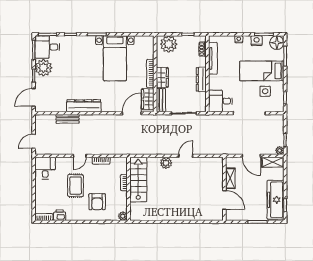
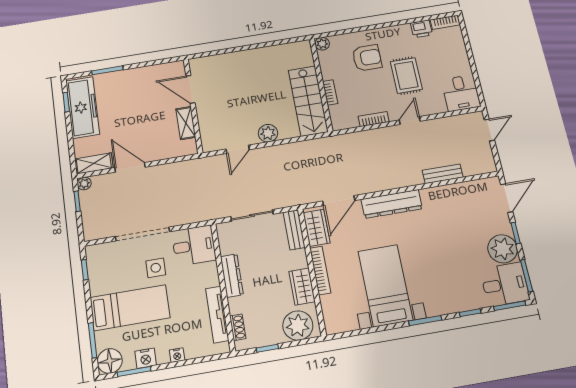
wardrobe: (162, 77) -> (302, 286), moved
side table: (265, 91) -> (156, 268), moved
dresser: (84, 106) -> (392, 204), moved
shelving: (230, 178) -> (186, 123), moved
wall: (224, 189) -> (193, 106), moved
door: (224, 200) -> (190, 89), moved
armchair: (97, 202) -> (367, 58), turned 90

